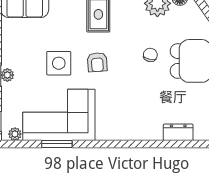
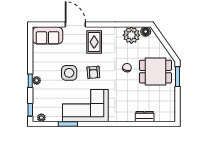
corner sofa: (59, 115) -> (85, 106), moved

